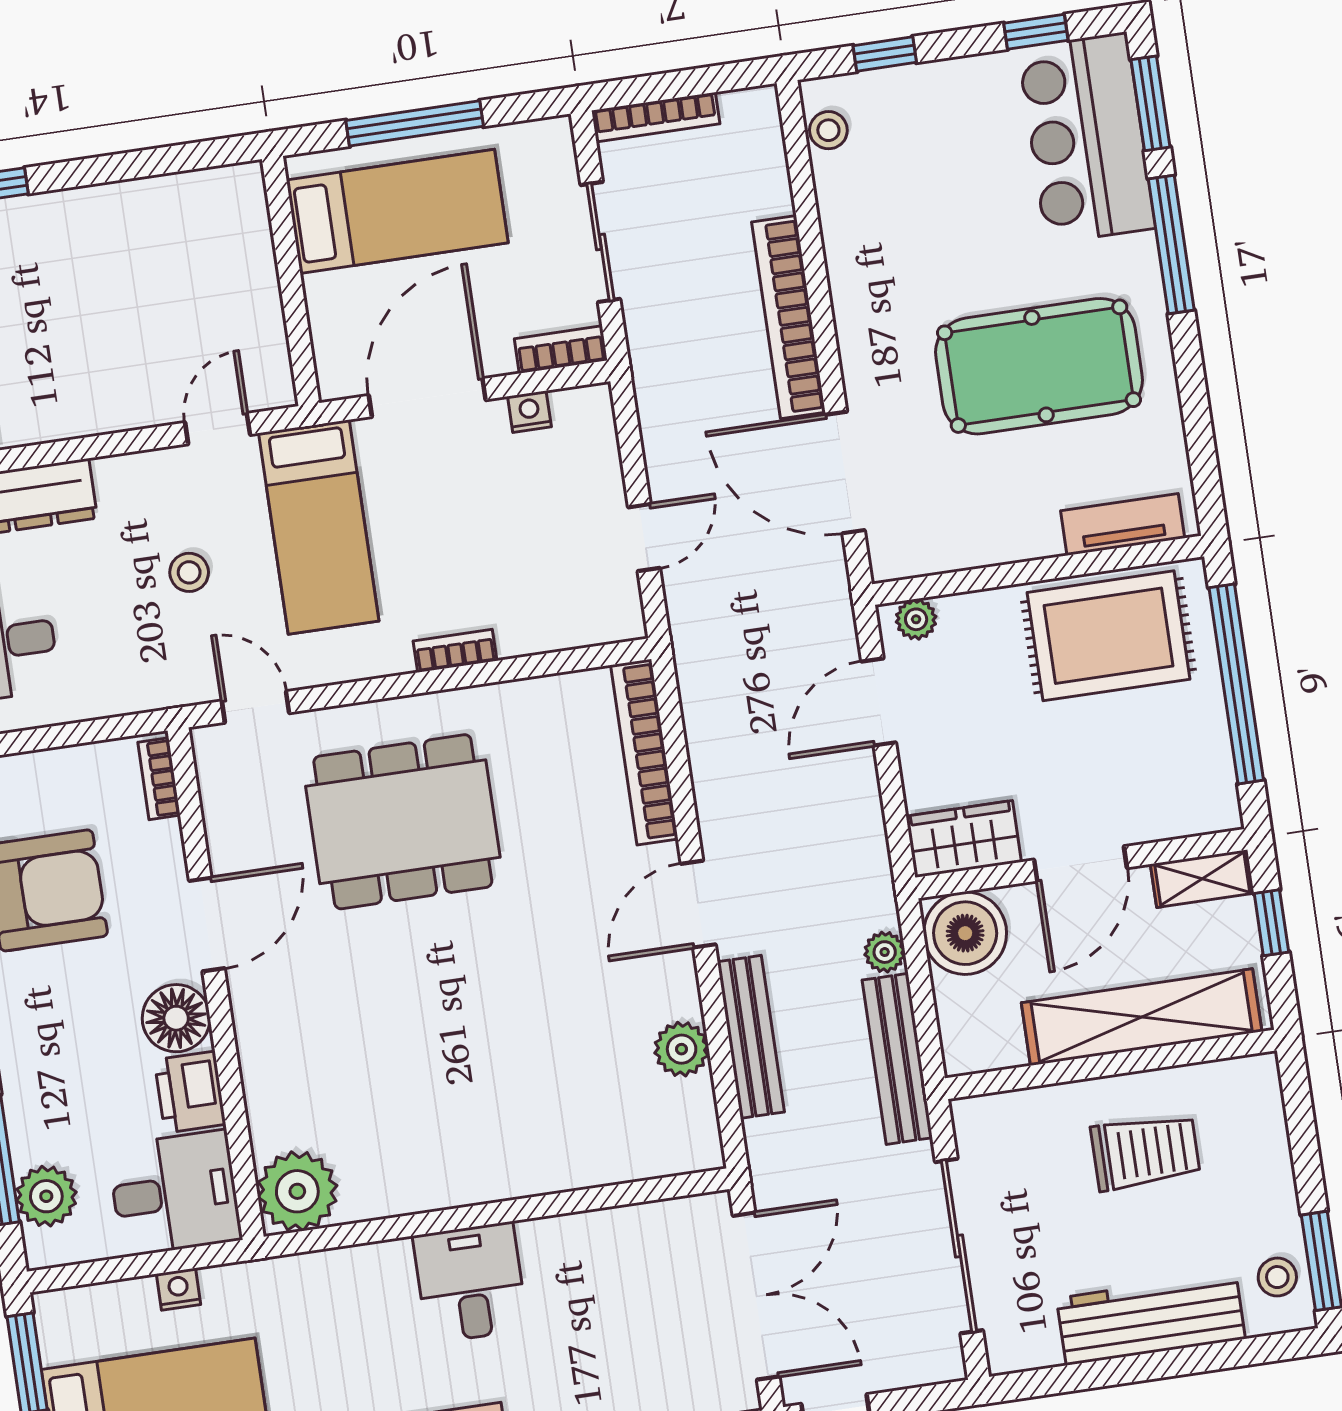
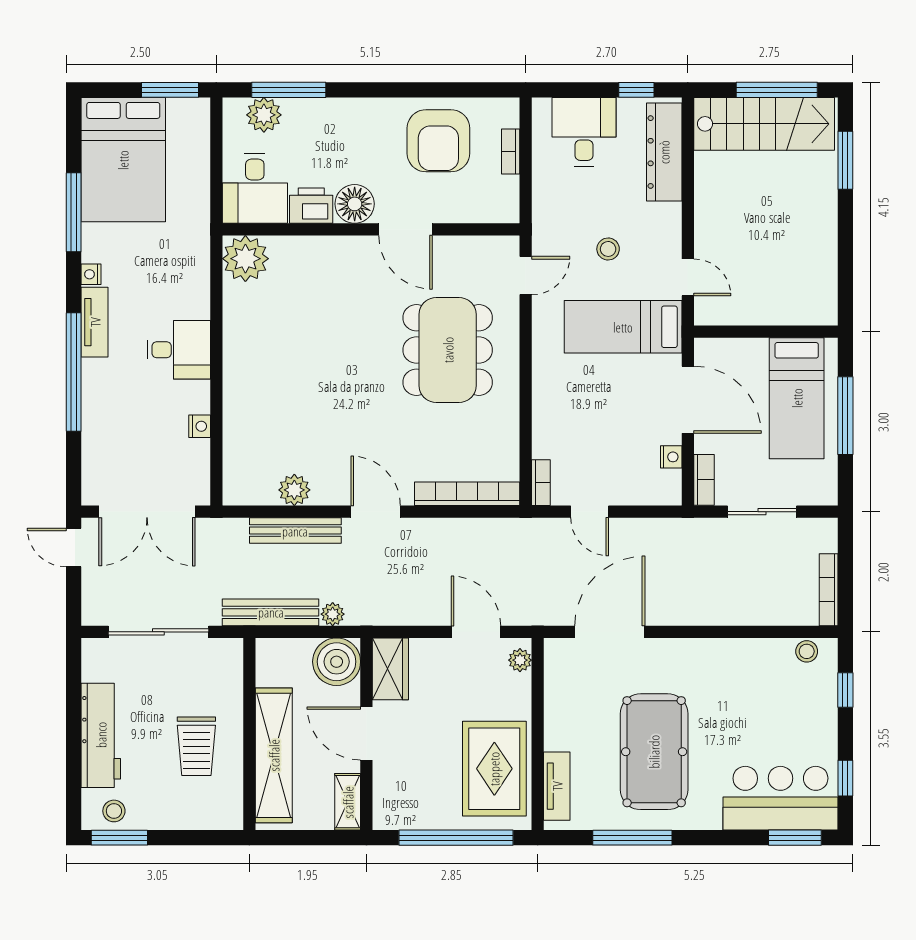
bookcase: (656, 117) -> (829, 590), moved
window: (1171, 245) -> (632, 838), moved
bookcase: (788, 317) -> (703, 613), removed
bookcase: (455, 651) -> (541, 483), moved
bookcase: (159, 779) -> (511, 152), moved, turned -90
window: (1271, 923) -> (317, 838), removed
nightstand: (179, 1289) -> (200, 426), moved

